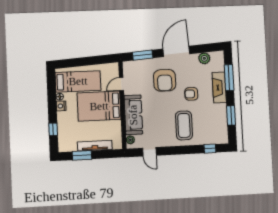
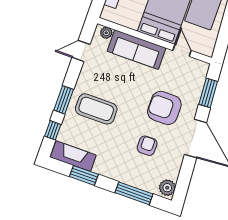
plant: (204, 58) -> (167, 188), moved
fireplace: (219, 88) -> (73, 156), moved
armchair: (191, 94) -> (147, 146), moved
window: (187, 150) -> (64, 100), added

